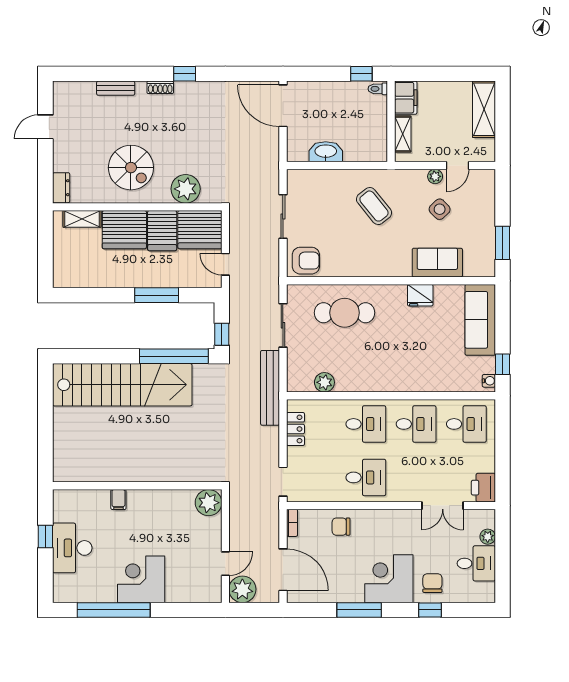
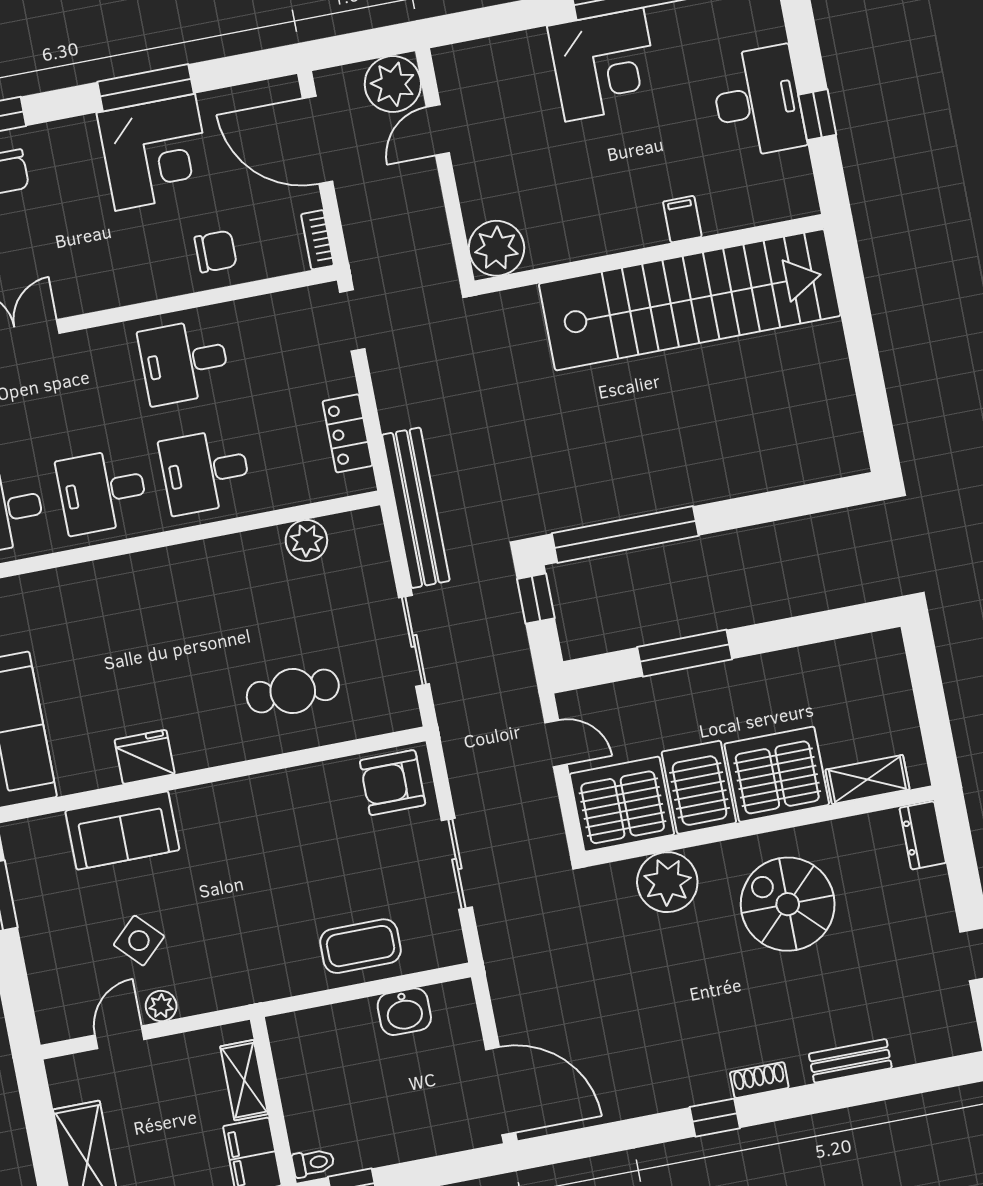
washbasin: (326, 152) -> (404, 1012), width x0.72
coffee table: (374, 206) -> (360, 946), moved, turned -51
cafe table: (345, 313) -> (293, 691), width x0.73, depth x0.74
stairs: (122, 385) -> (690, 300), moved, turned 180
corner desk: (389, 579) -> (155, 152), moved

